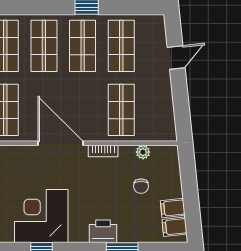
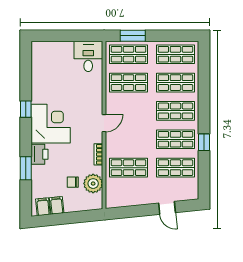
door: (60, 143) -> (104, 123), width x0.53
plant: (143, 152) -> (93, 184), width x1.88, depth x1.88
corner desk: (41, 216) -> (51, 124), moved

